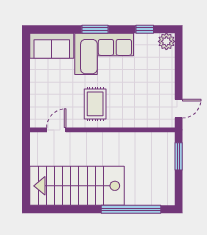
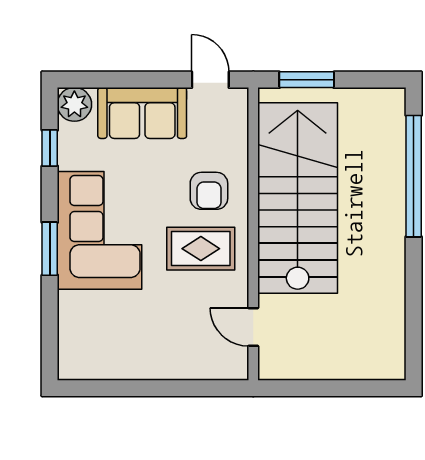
sofa: (52, 46) -> (142, 113), moved, turned 90
armchair: (124, 108) -> (209, 191), added
stairs: (77, 186) -> (298, 198), moved, turned 180

